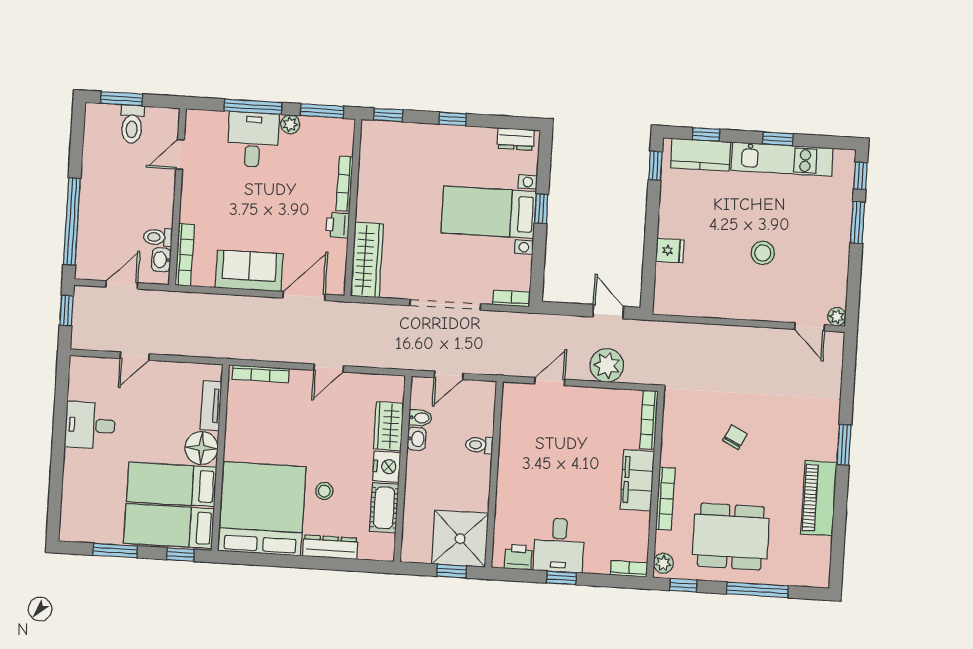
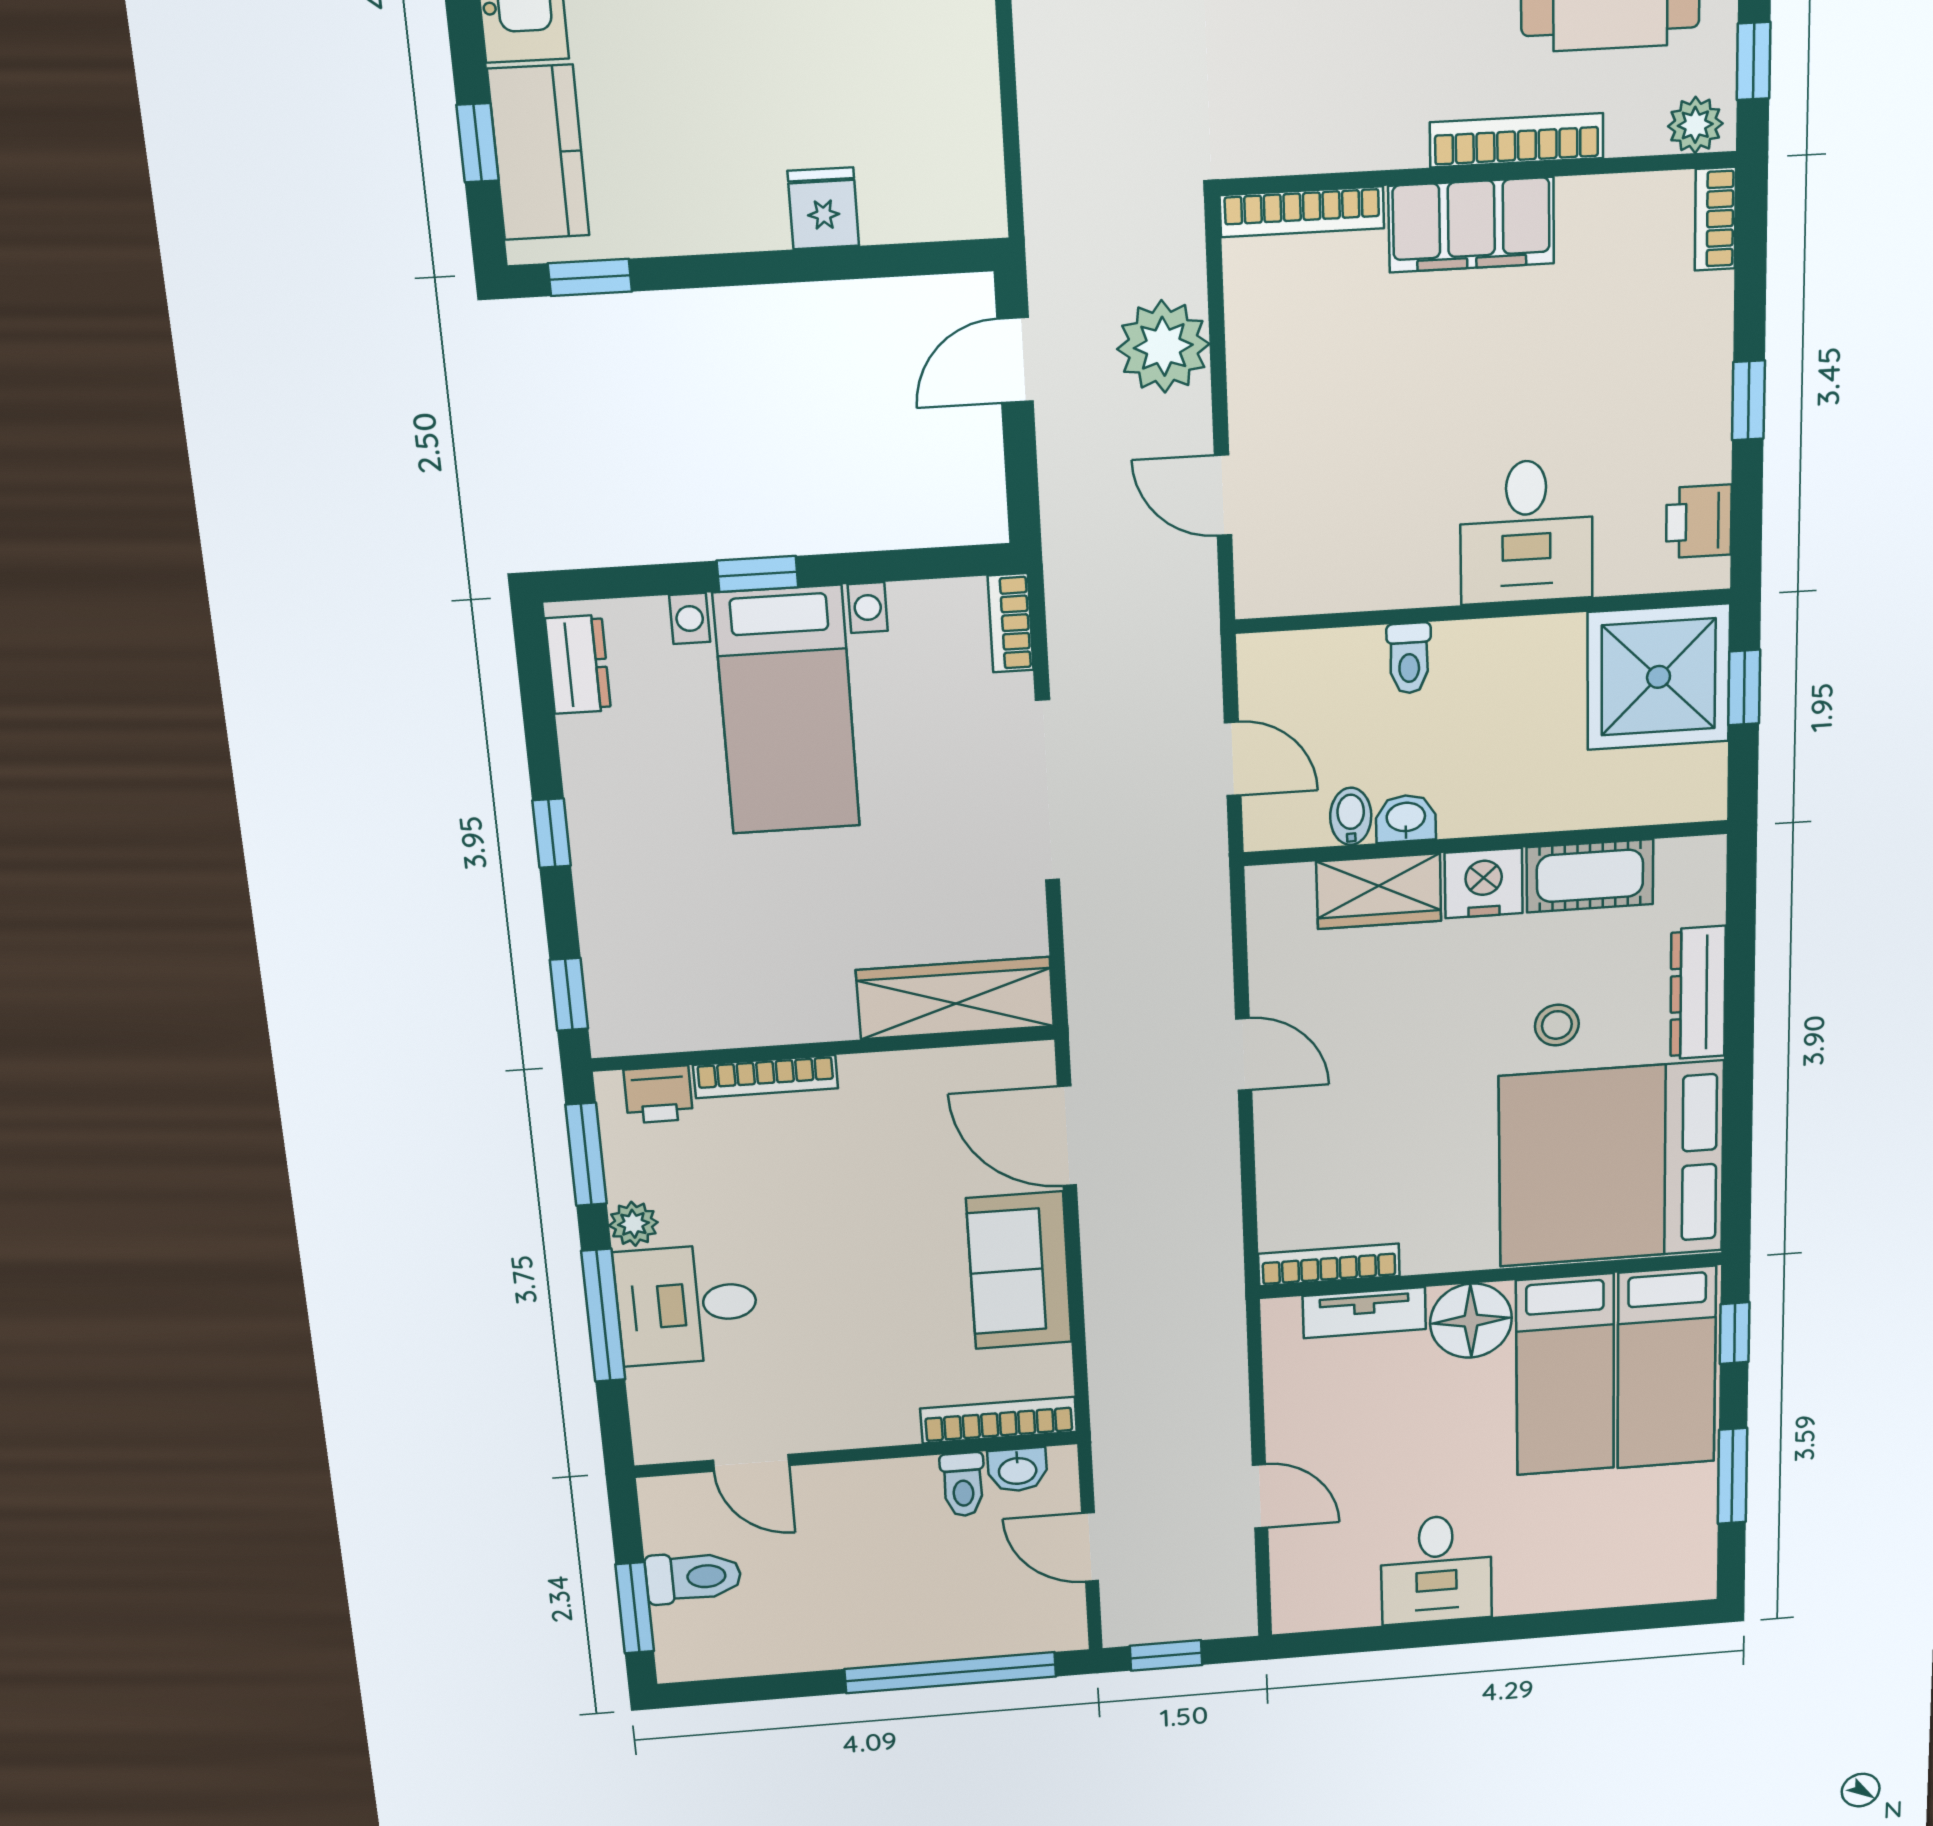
printer: (338, 225) -> (658, 1094), moved
bookcase: (261, 374) -> (1329, 1265), moved, turned -90
desk: (559, 545) -> (1526, 532), moved, turned 90

